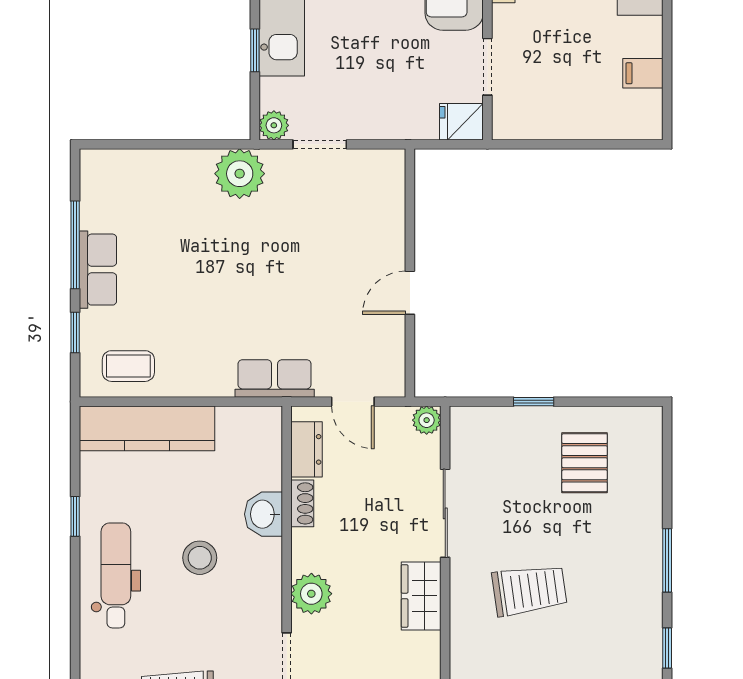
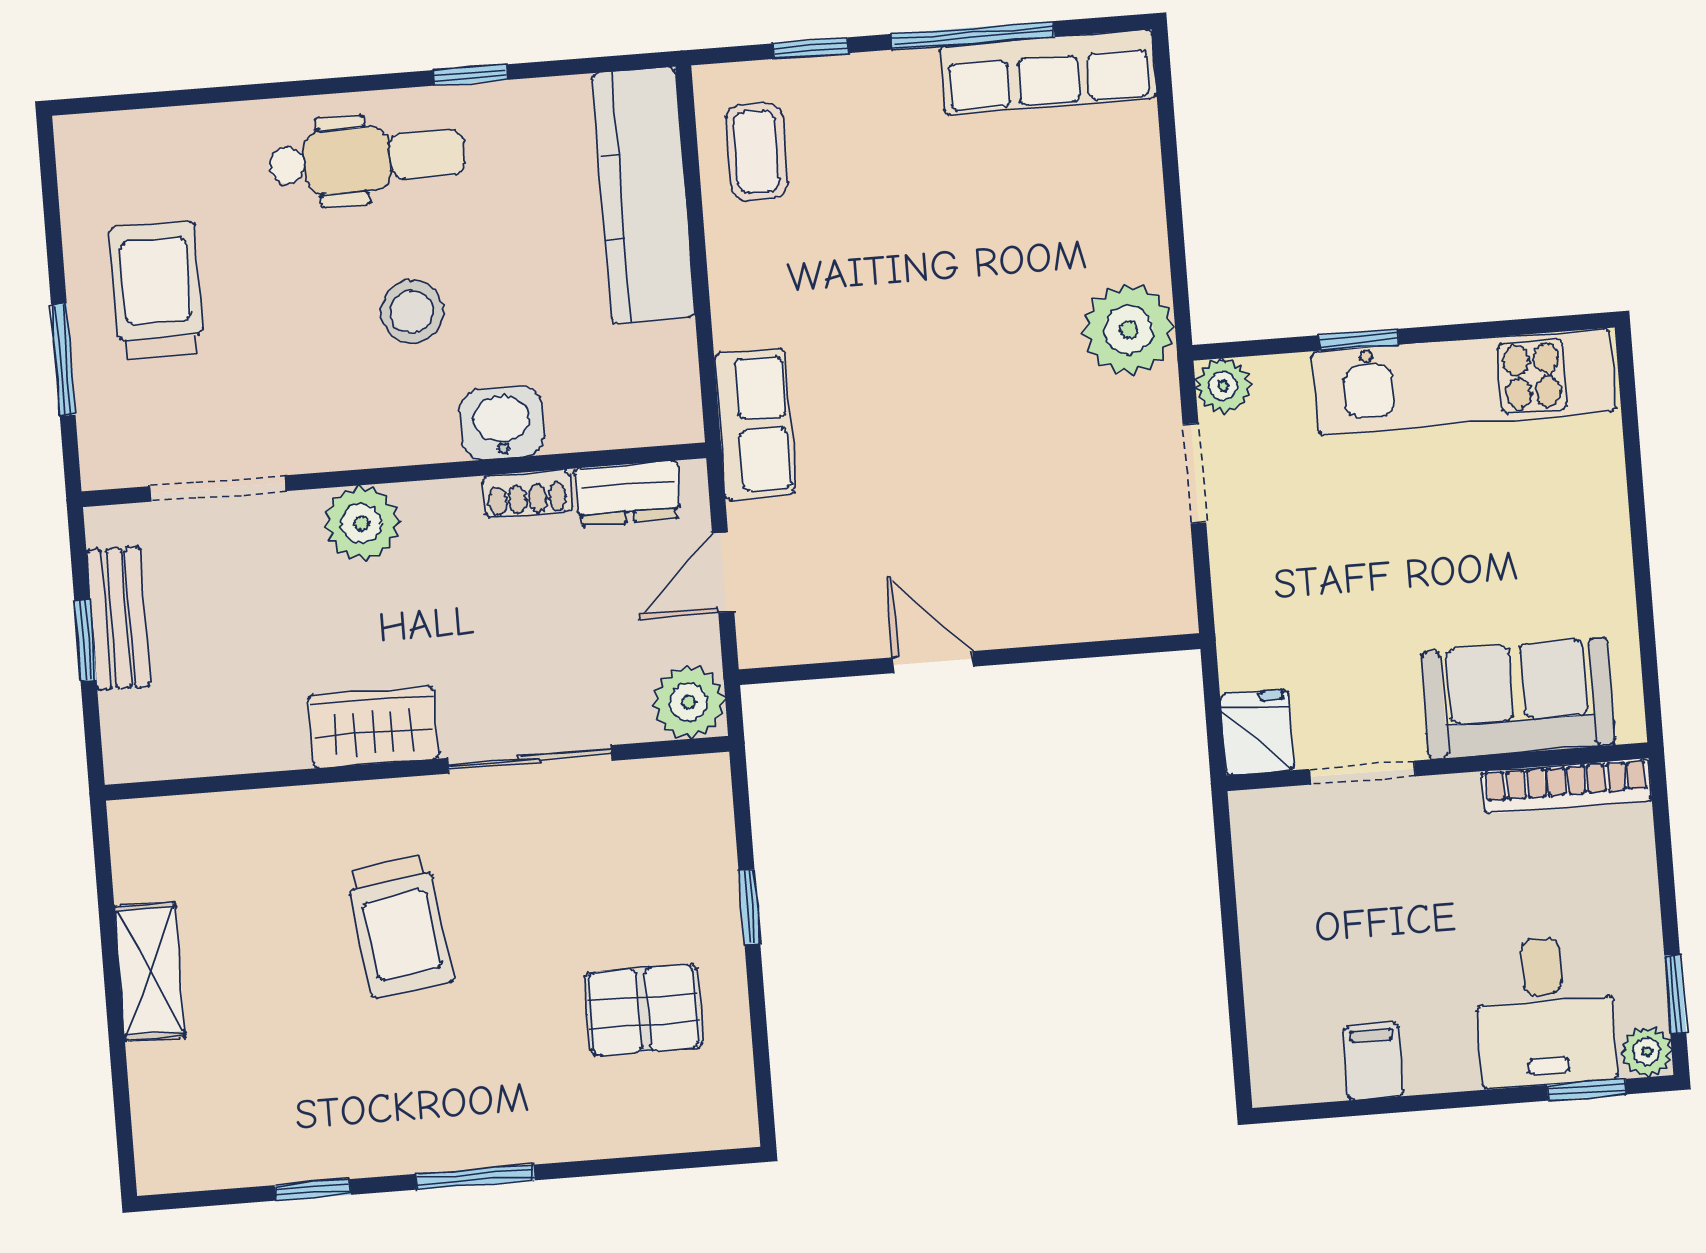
row of seats: (98, 270) -> (1048, 72), moved, width x1.48
plant: (427, 420) -> (689, 702), width x1.38, depth x1.38

